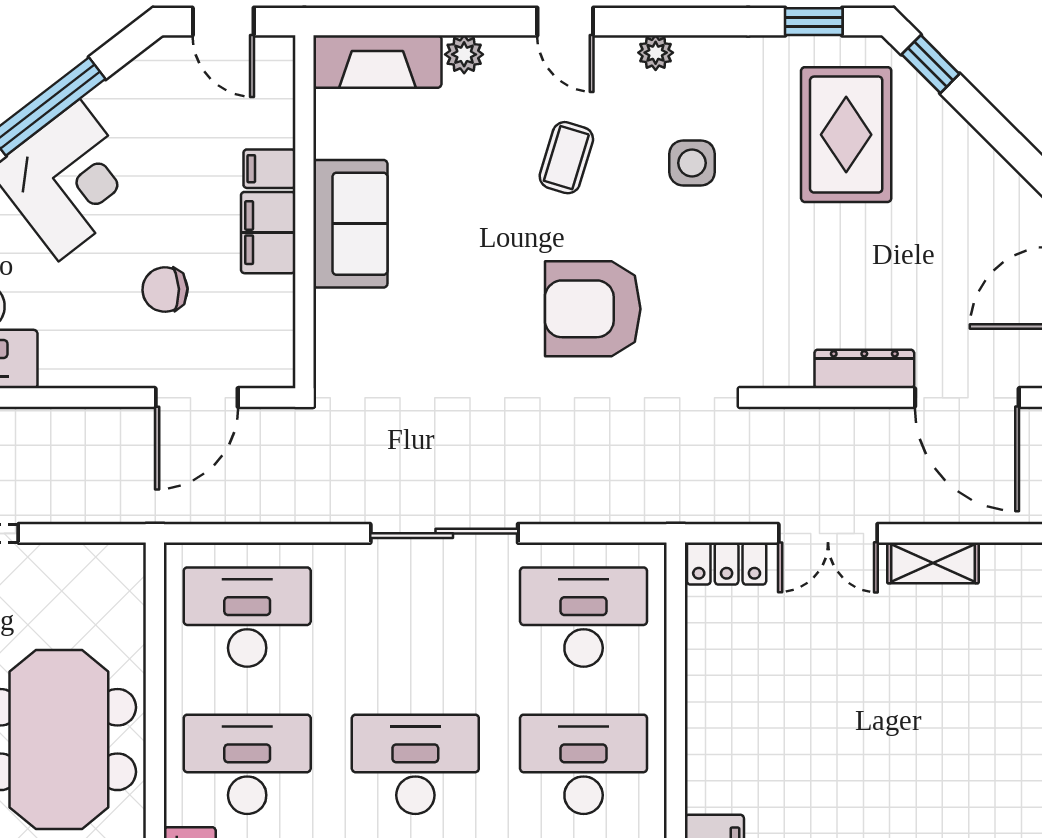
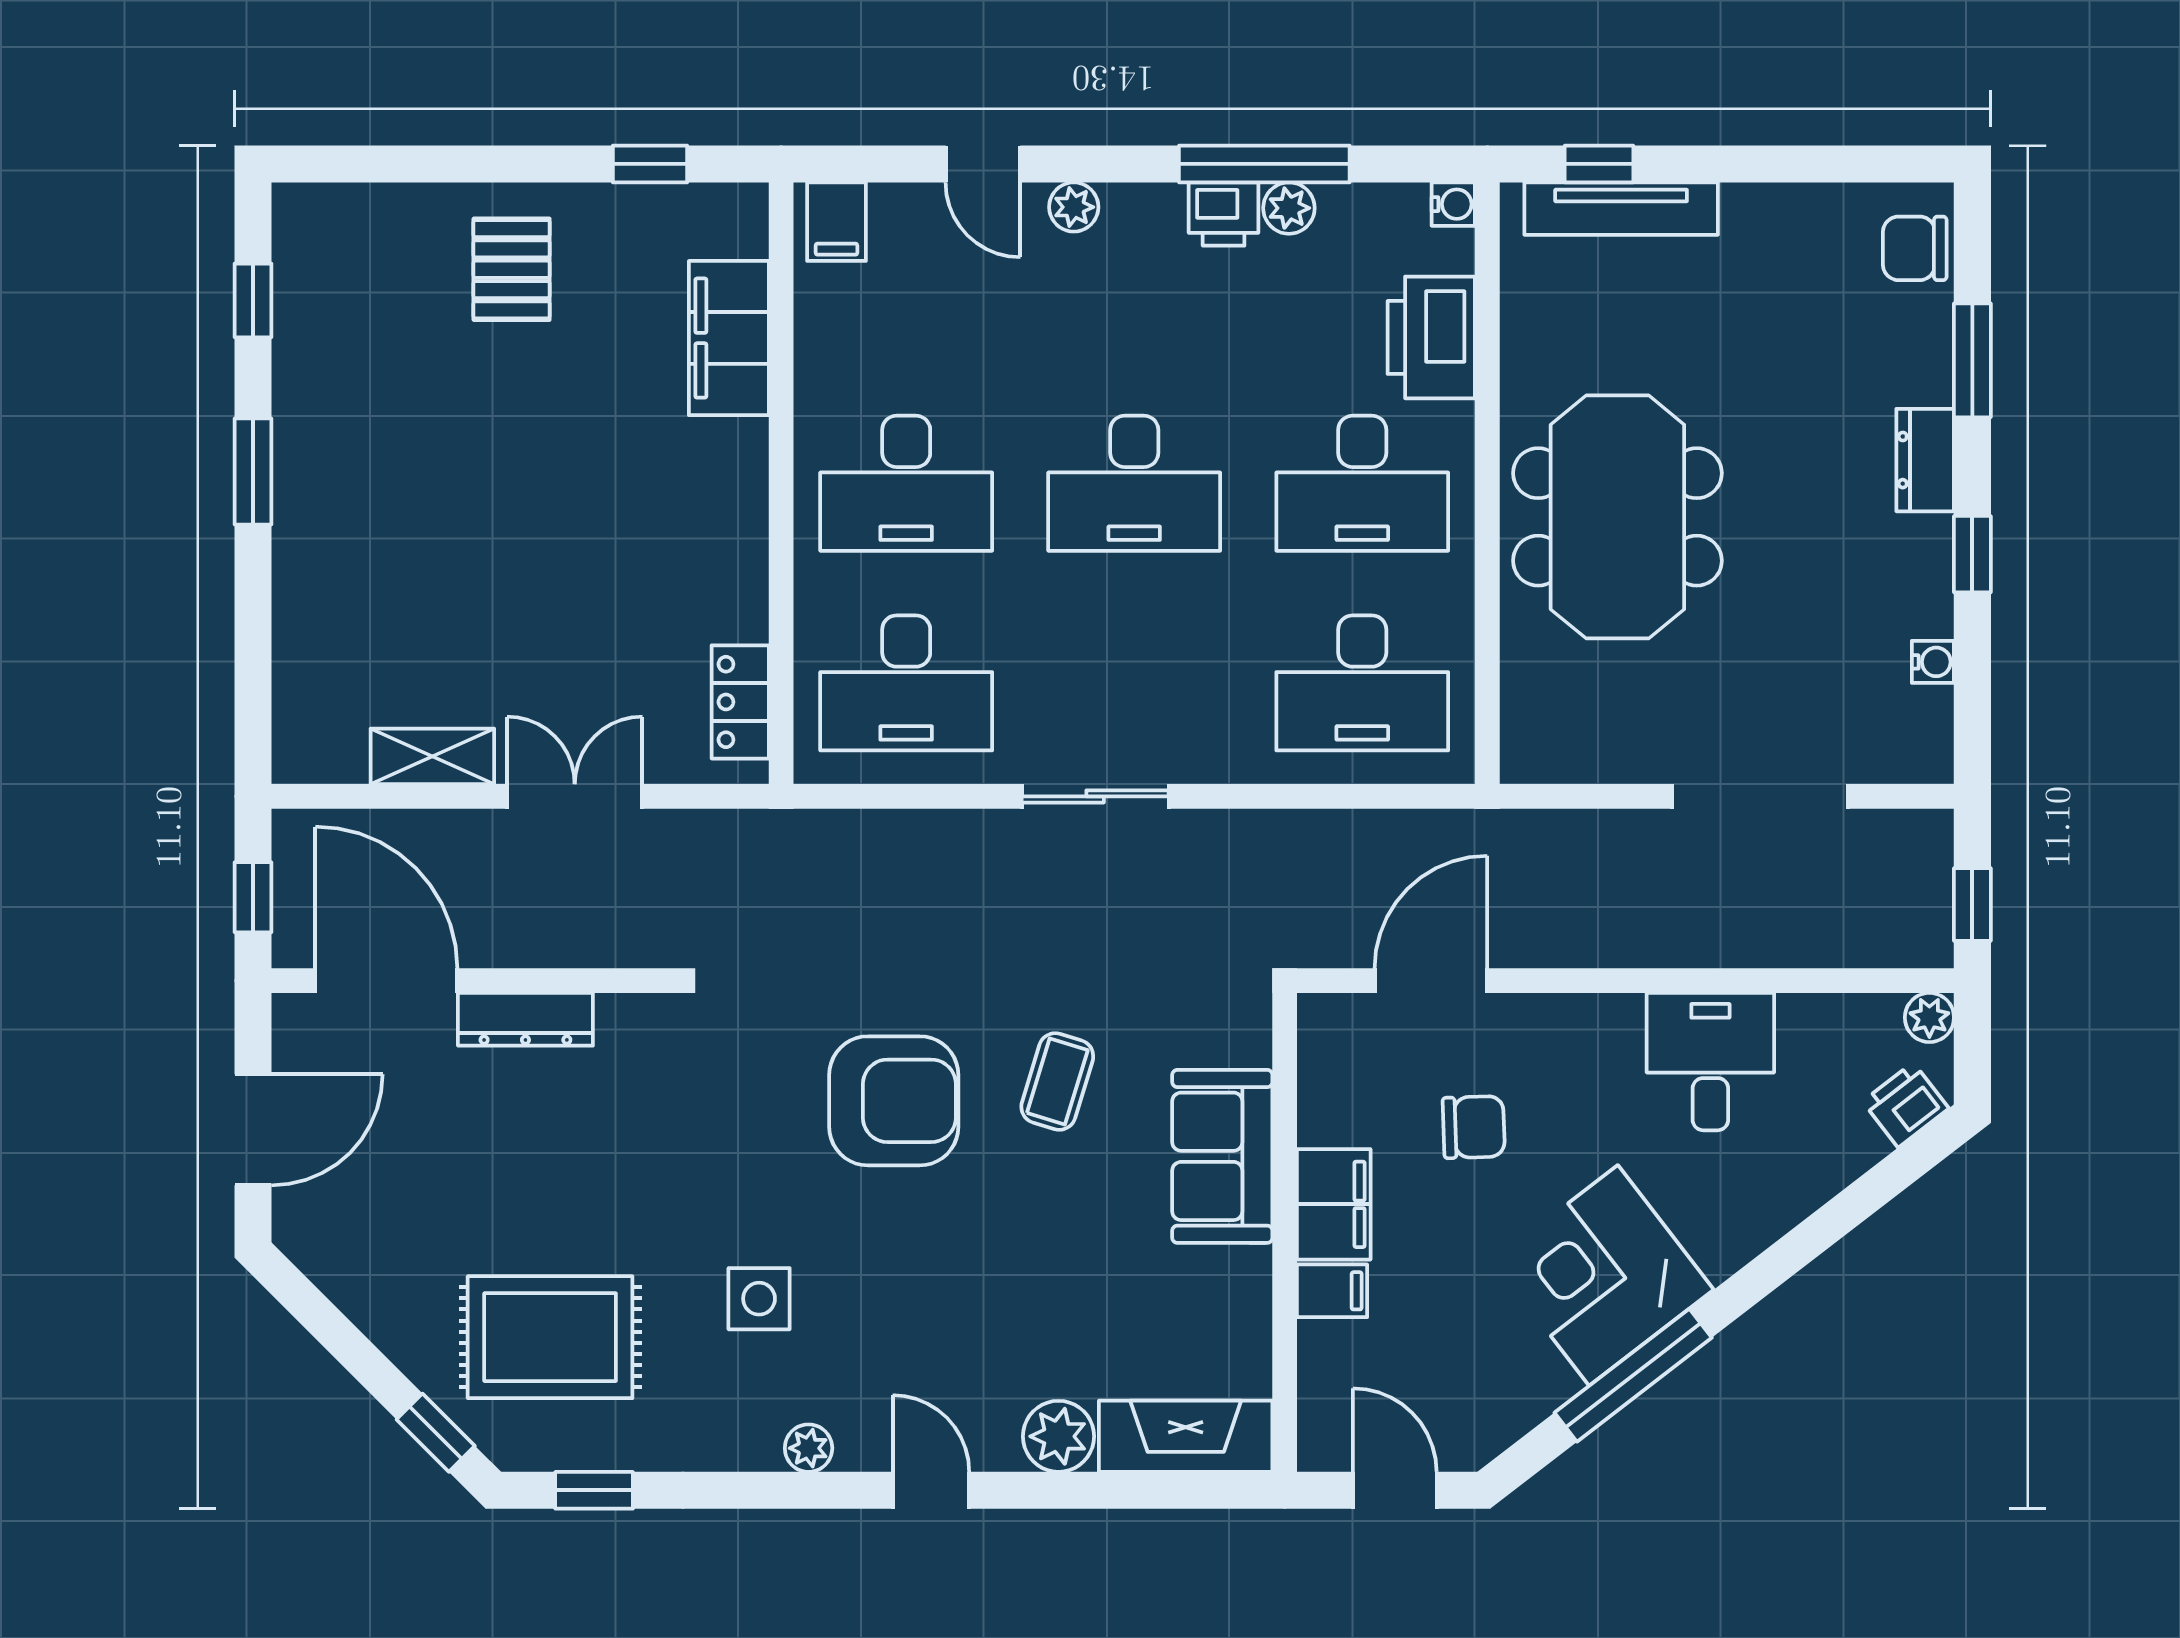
plant: (464, 54) -> (1059, 1436), width x1.38, depth x1.38
rug: (846, 135) -> (550, 1337), turned 90
coffee table: (566, 158) -> (1057, 1082), moved
sofa: (350, 224) -> (1222, 1156), moved
sliding door: (444, 533) -> (1095, 796), width x0.73
locker: (727, 564) -> (740, 702), moved, turned -90

